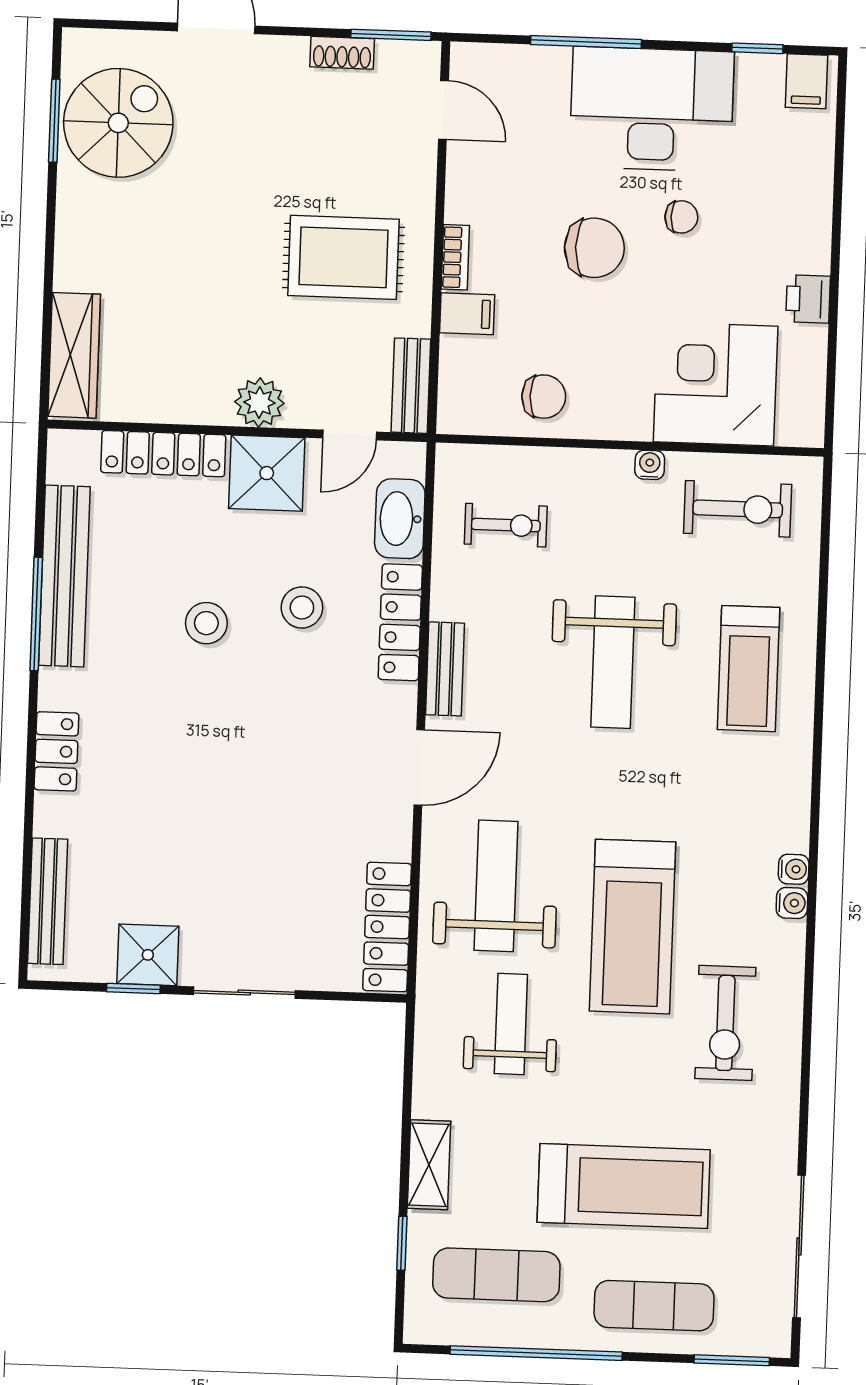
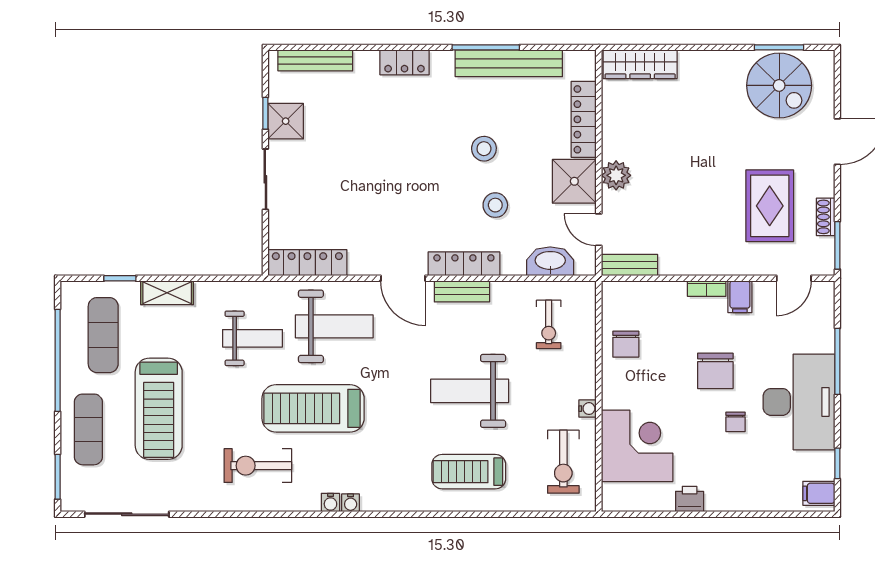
rug: (343, 257) -> (770, 206), moved
filing cabinet: (467, 314) -> (740, 297), moved
locker: (400, 622) -> (464, 264), moved

